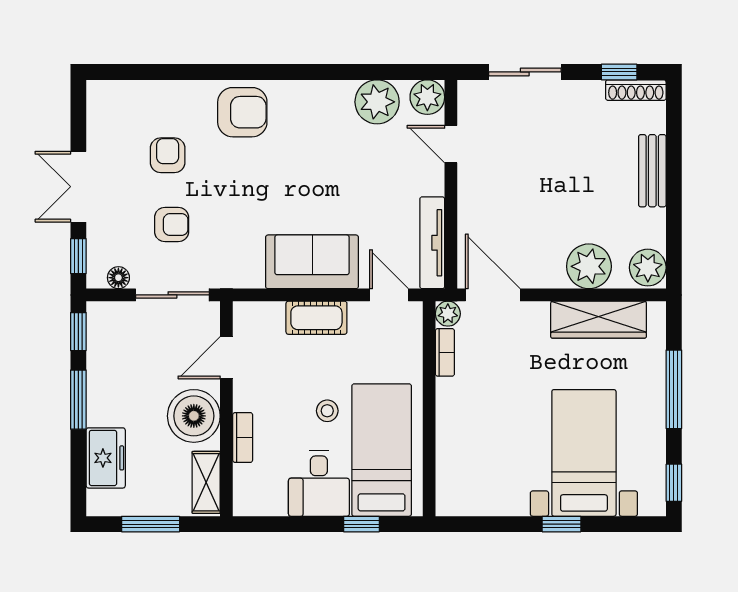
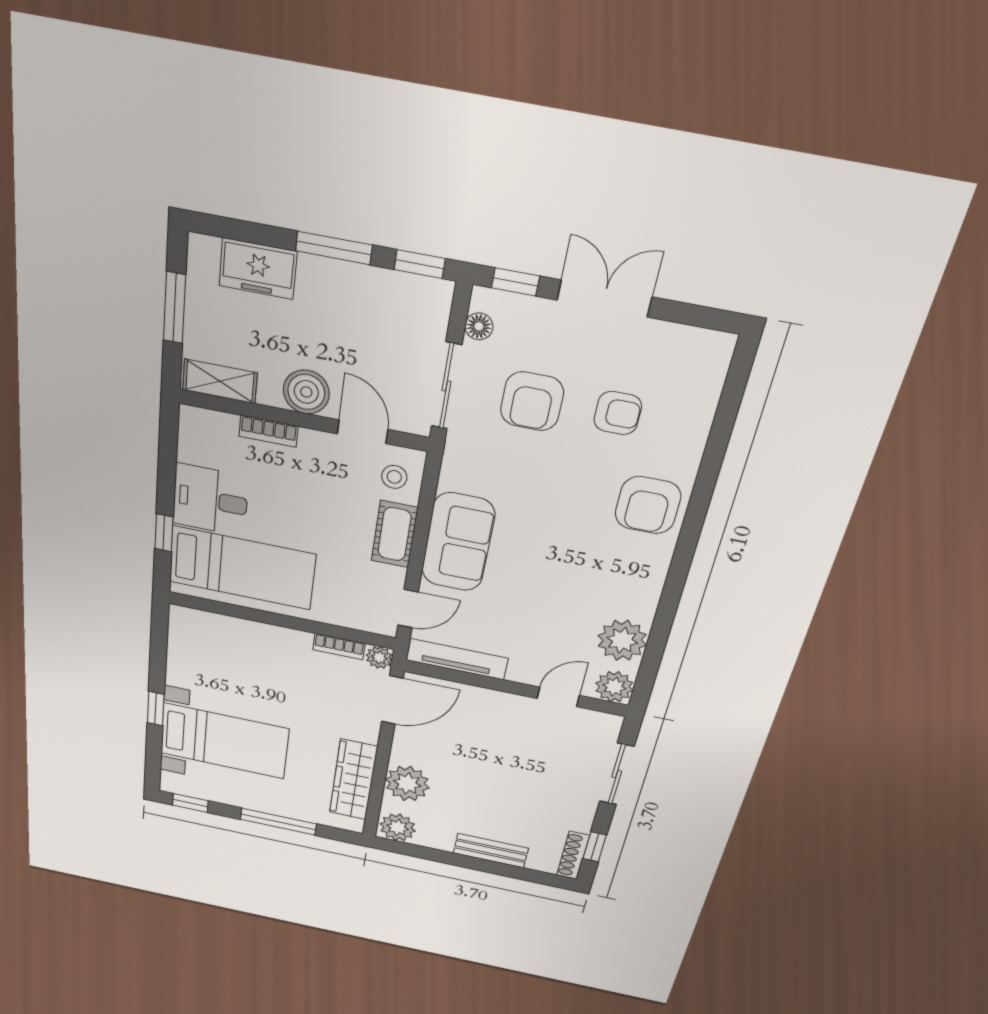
armchair: (172, 225) -> (532, 401), width x1.38, depth x1.38
stool: (327, 411) -> (394, 477), moved
boiler: (194, 416) -> (306, 392), width x0.73, depth x0.73

